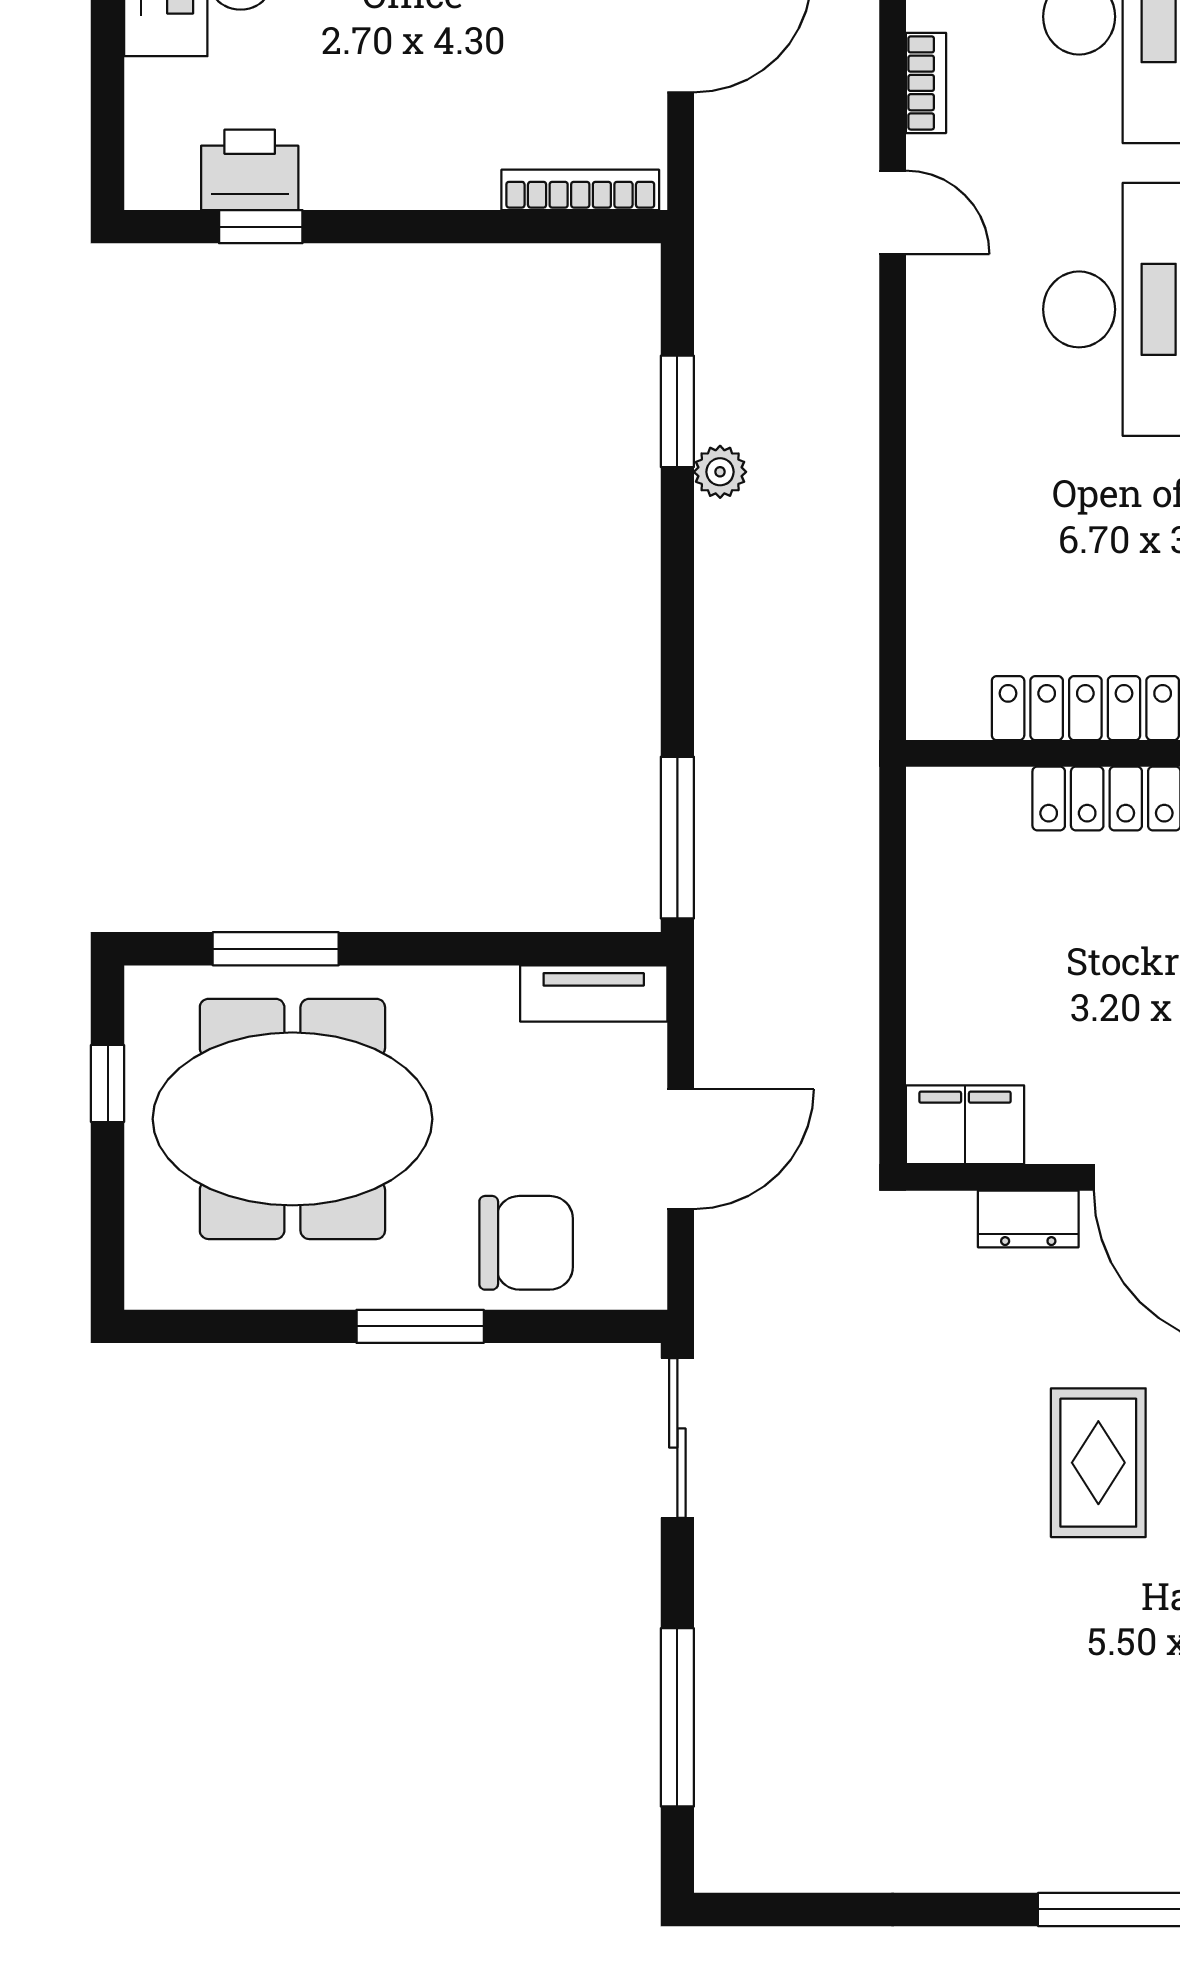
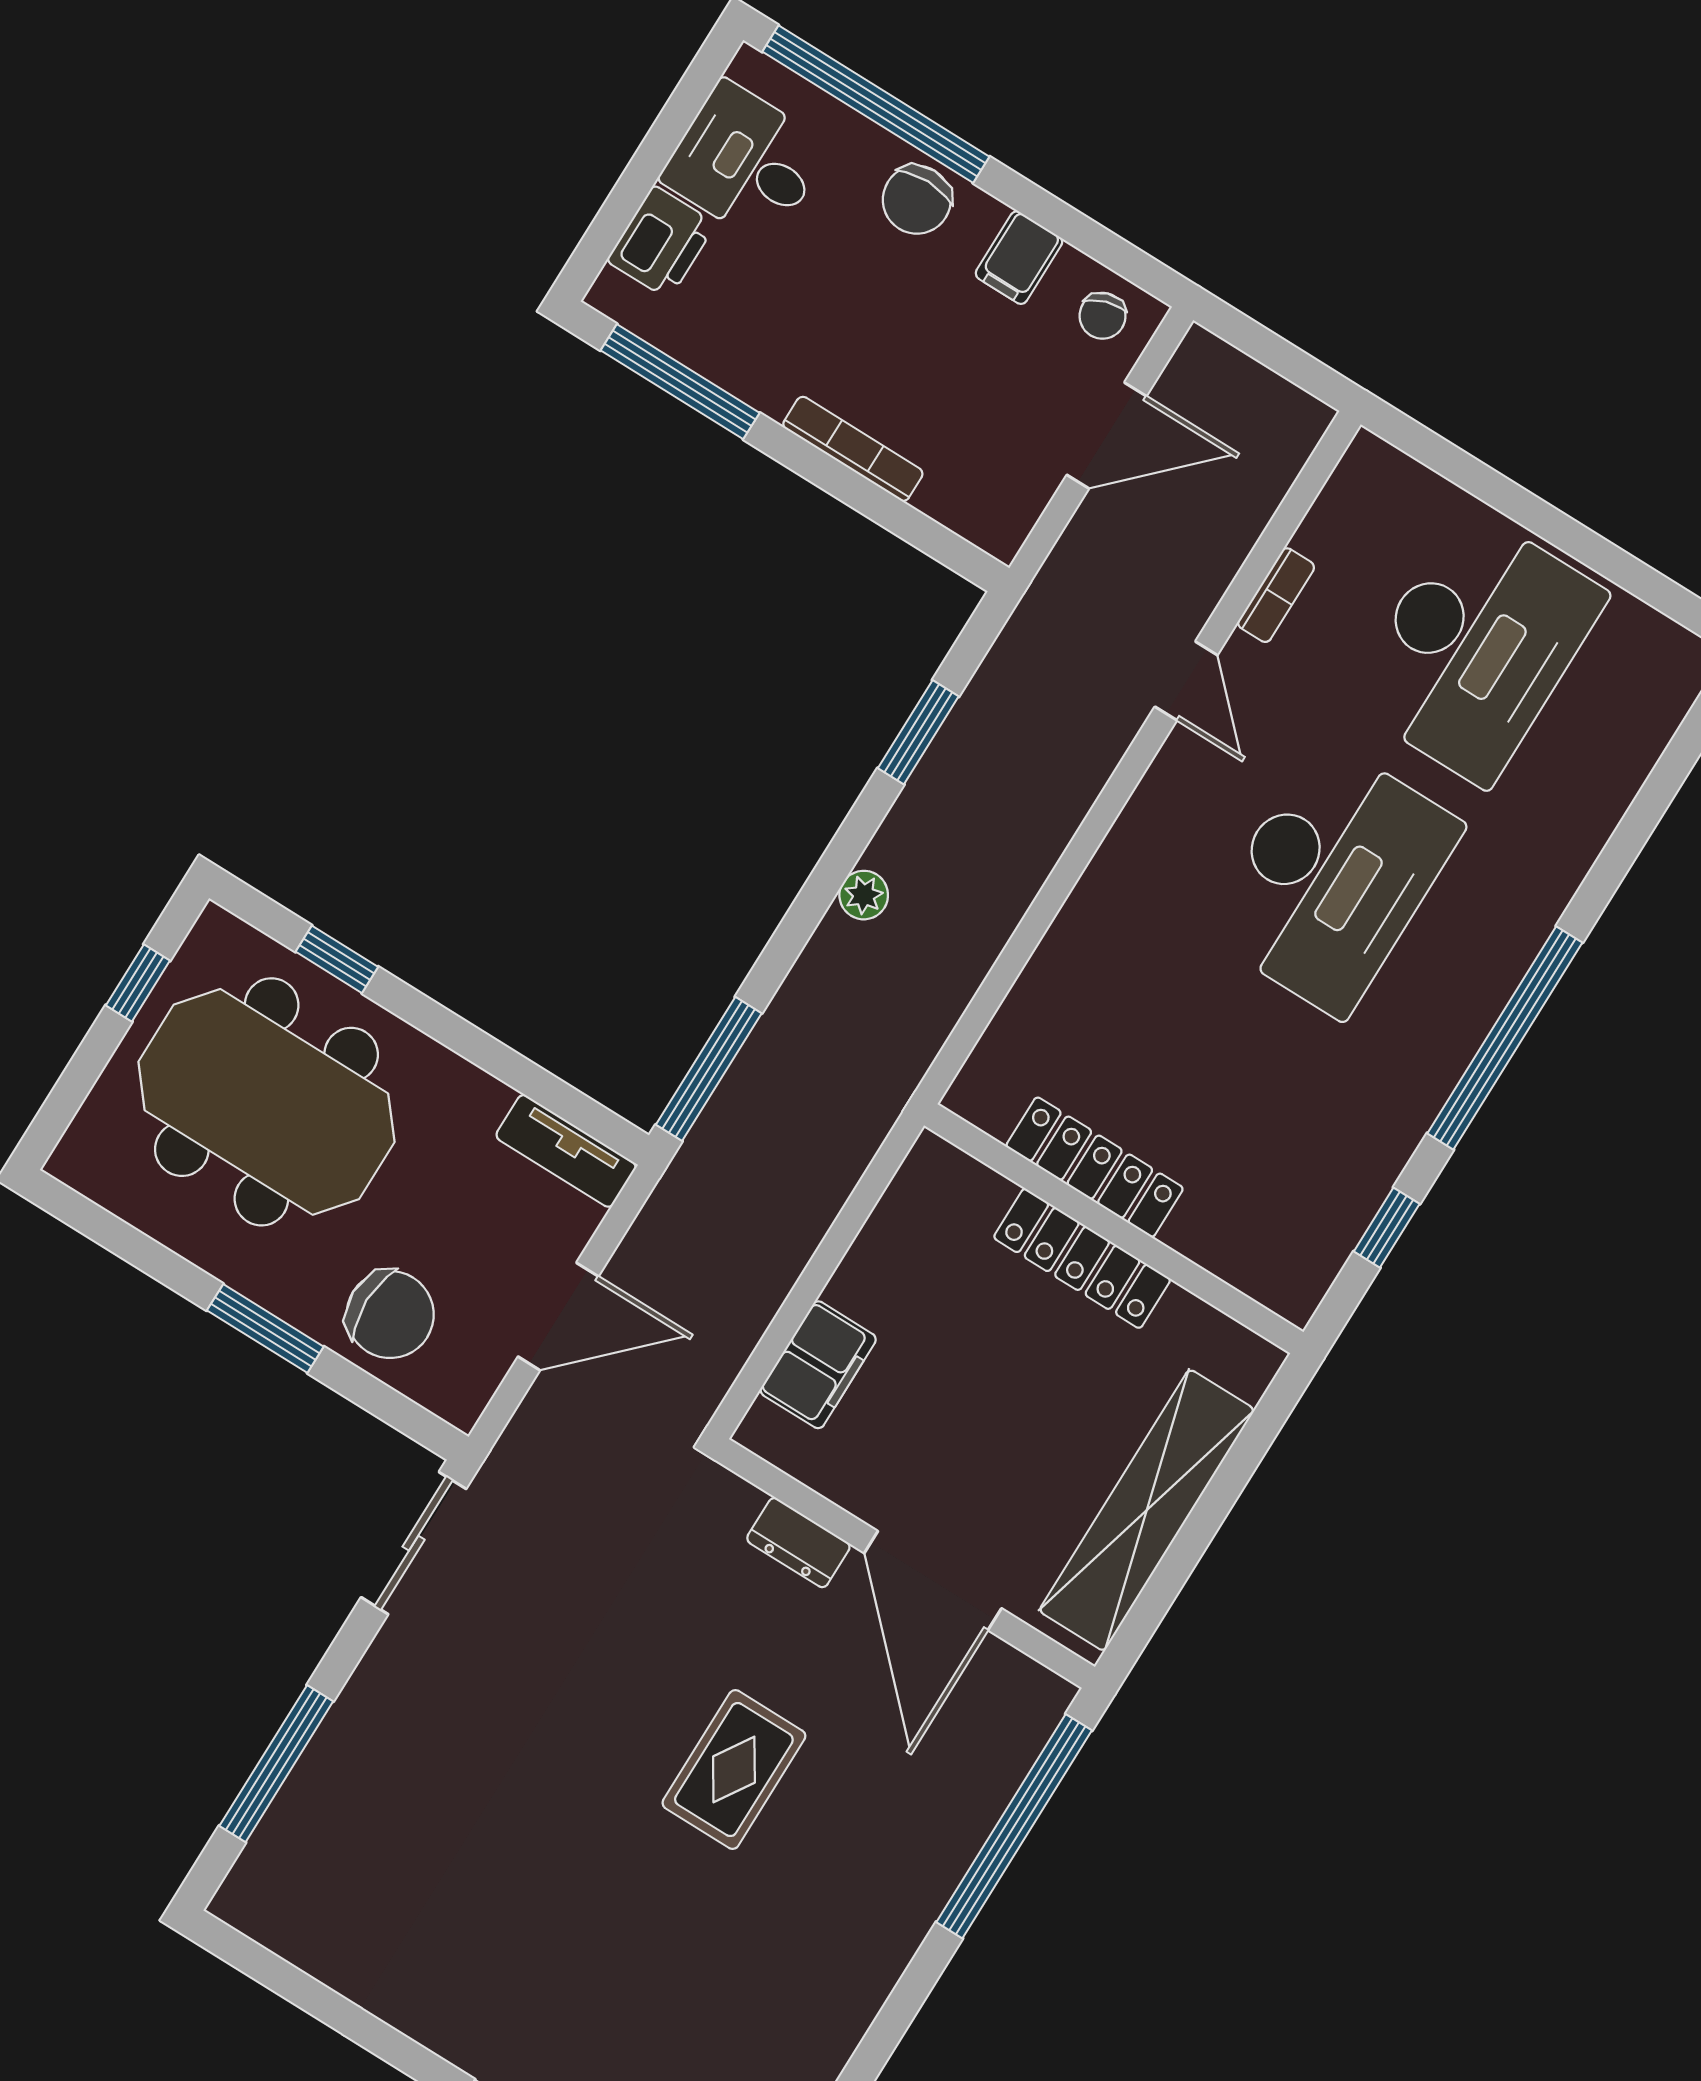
printer: (250, 170) -> (661, 242), moved, turned 90
bookcase: (580, 190) -> (853, 449), moved
window: (261, 227) -> (680, 382), width x2.17
plant: (720, 472) -> (864, 895), moved
window: (276, 949) -> (337, 959), width x0.67
filing cabinet: (965, 1125) -> (818, 1365), moved, turned 90

